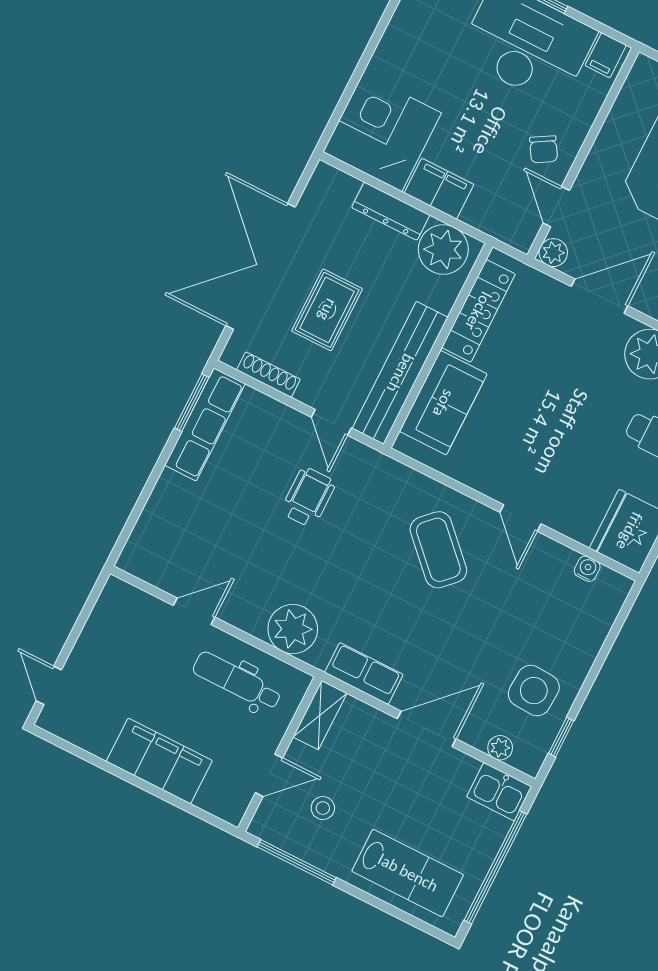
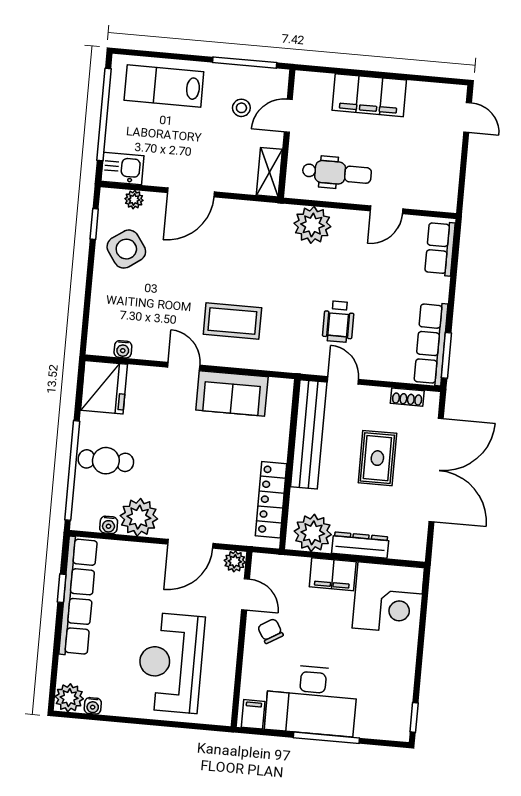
shoe rack: (268, 375) -> (407, 397), width x0.70
sofa: (443, 403) -> (232, 393), moved, turned -90
coffee table: (438, 550) -> (232, 321), turned -45
row of seats: (364, 674) -> (440, 248), moved, turned 90
side table: (534, 691) -> (126, 249), turned -38

